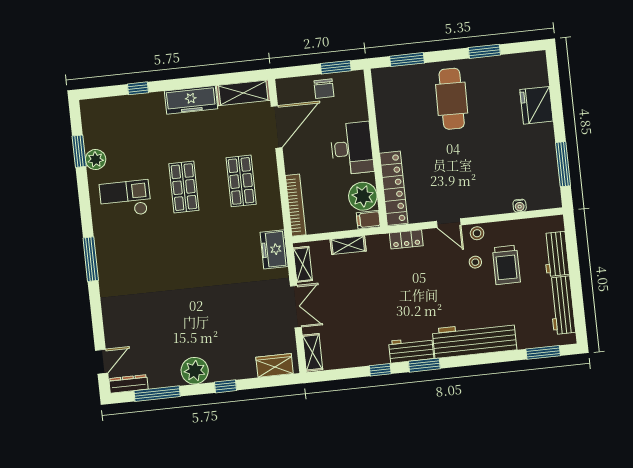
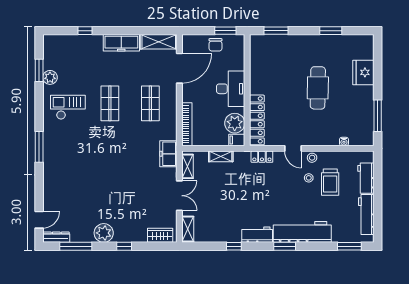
cafe table: (452, 99) -> (318, 88), moved
window: (424, 365) -> (285, 246), moved

